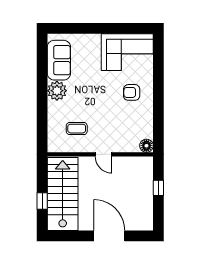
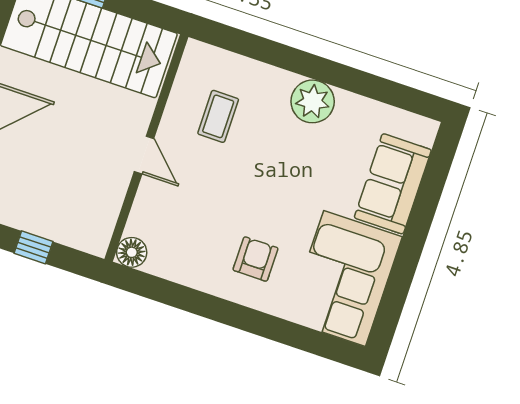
sofa: (59, 60) -> (393, 184), moved, turned 90
door: (104, 154) -> (144, 155), swing flipped

